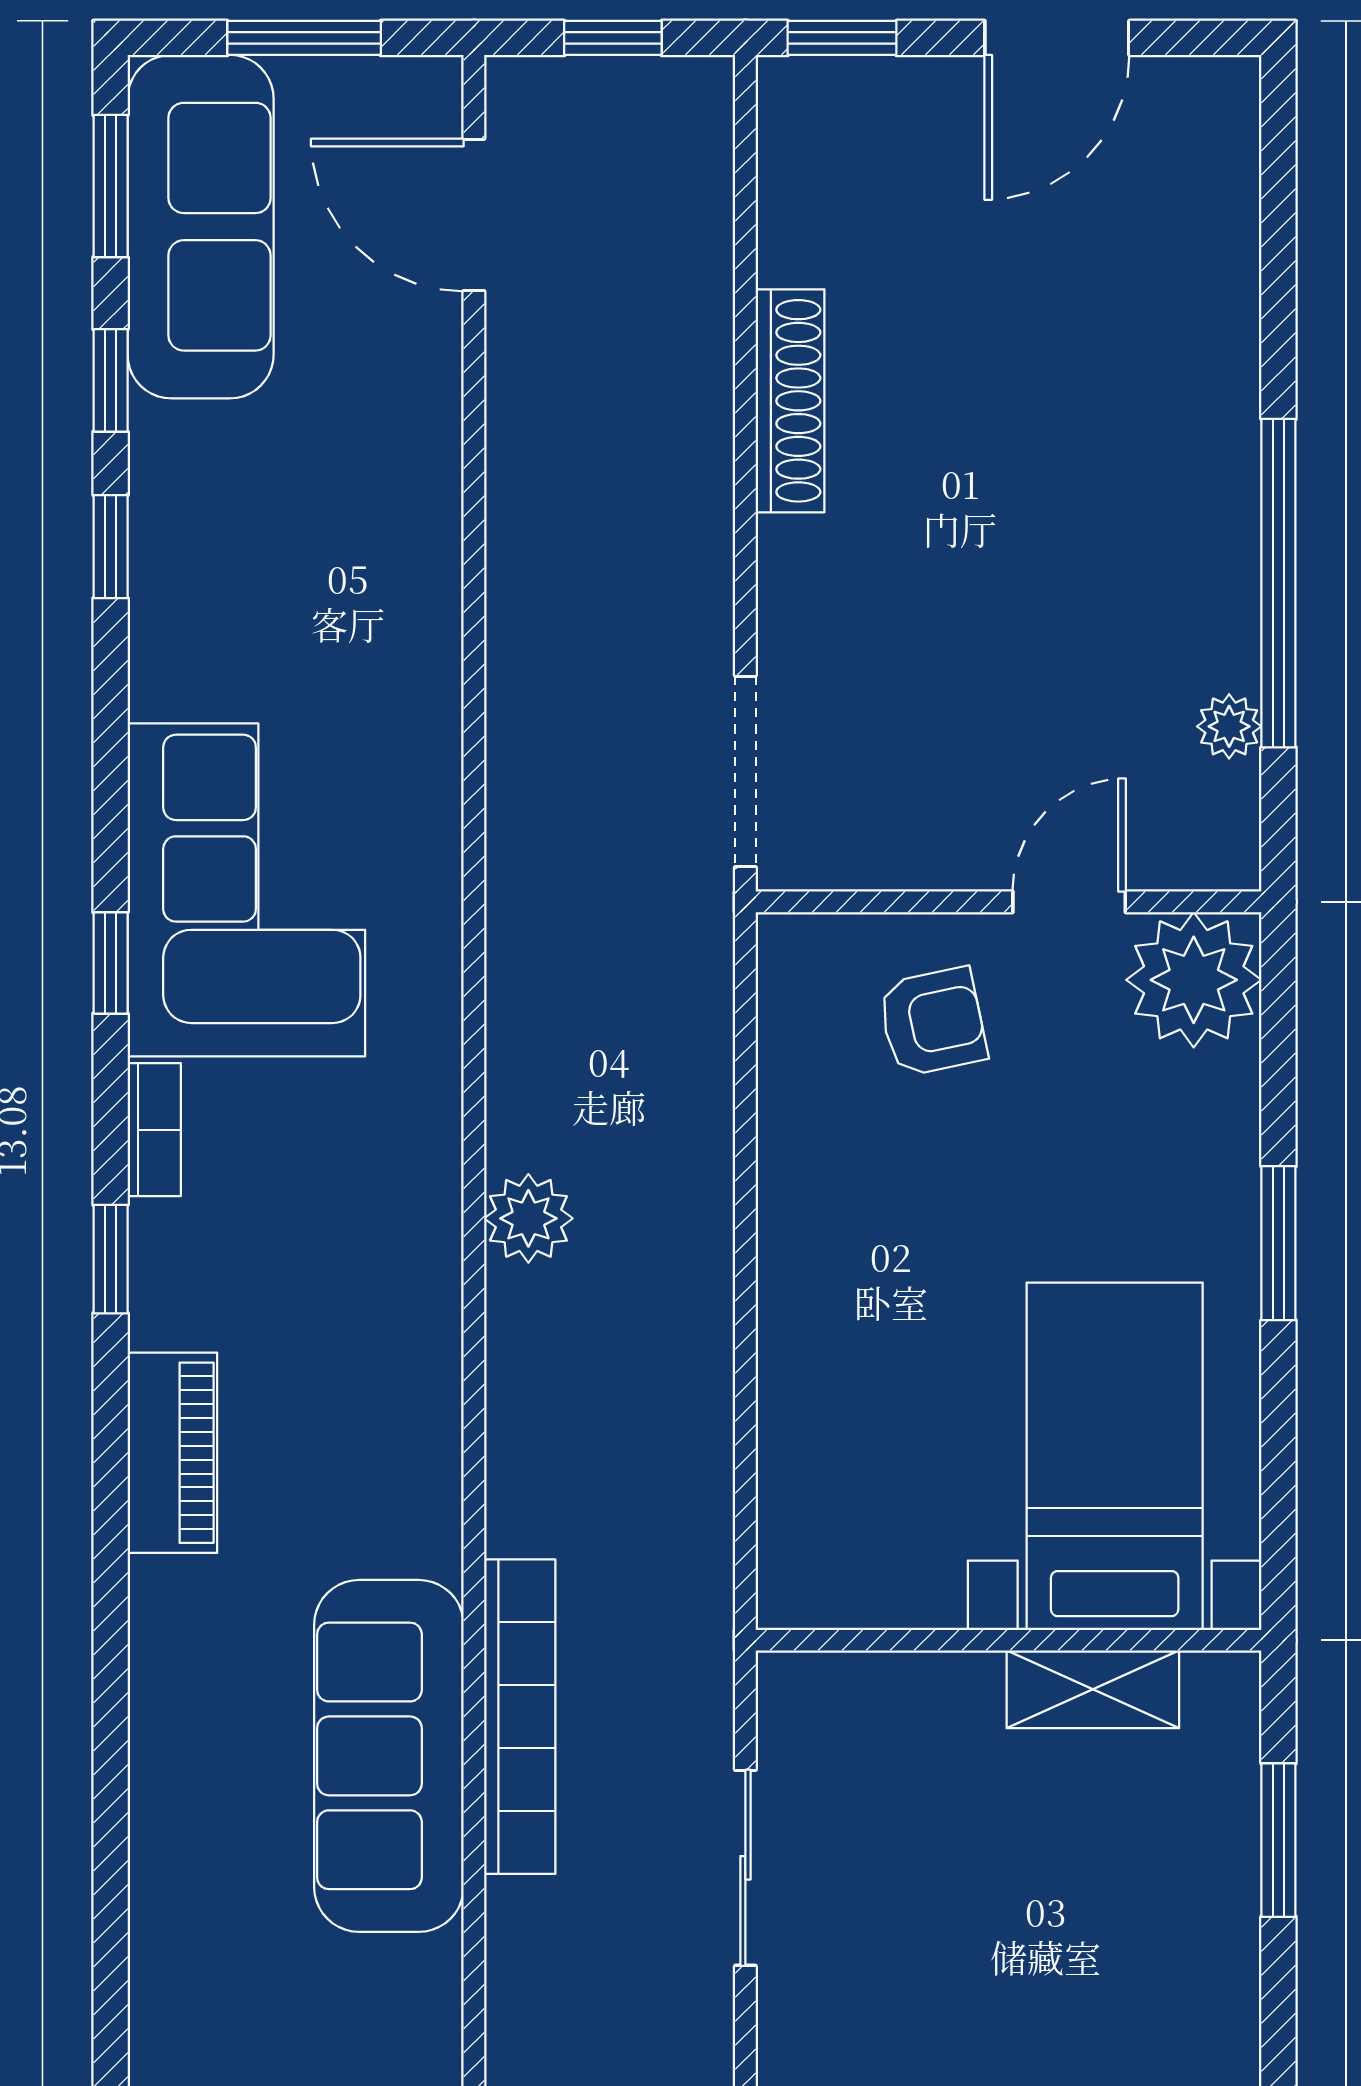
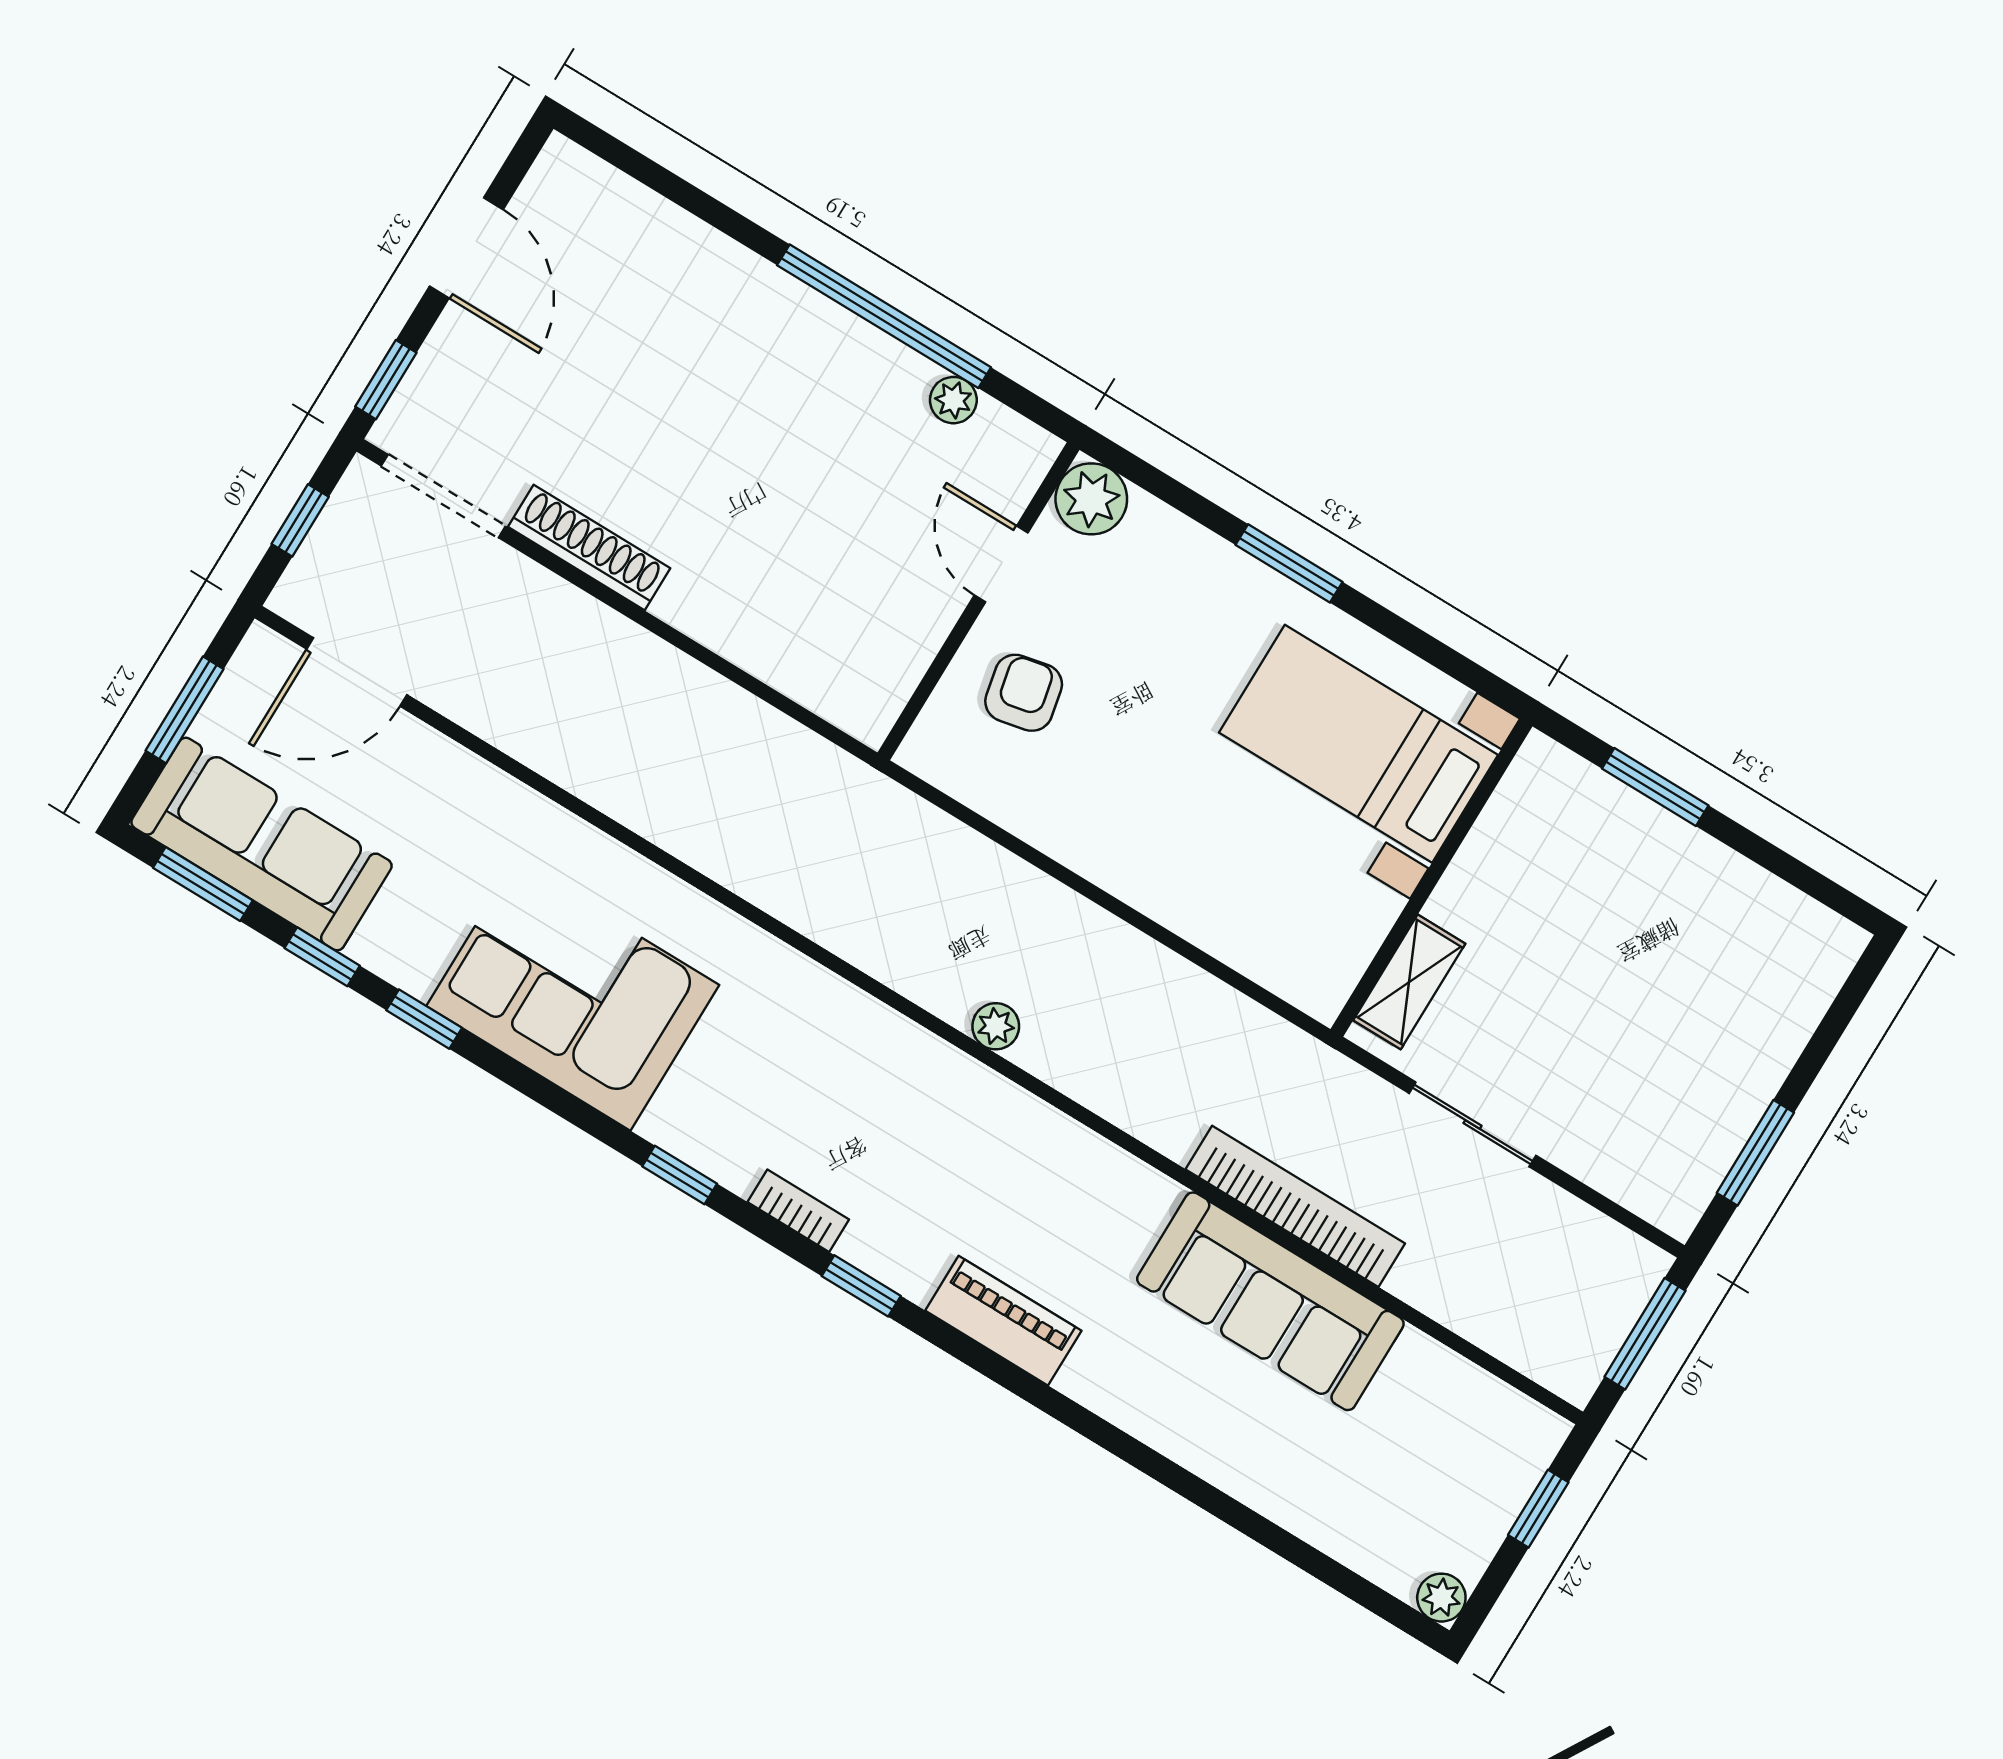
doorway: (745, 771) -> (443, 496), moved
corner sofa: (246, 890) -> (573, 995), moved
plant: (1194, 980) -> (1091, 499), width x0.73, depth x0.73
plant: (528, 1218) -> (996, 1026), width x0.73, depth x0.73
shelving: (1093, 1689) -> (1409, 982), moved

